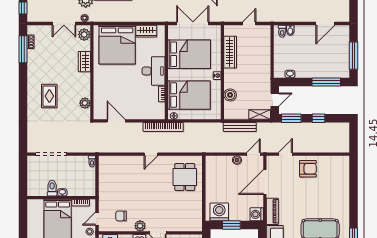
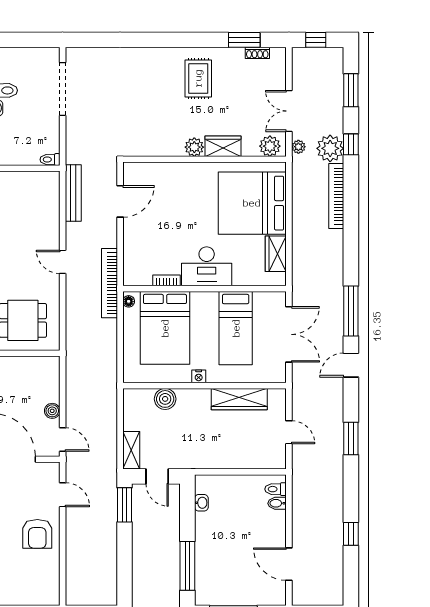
window: (23, 49) -> (244, 40), width x0.69
bed: (189, 54) -> (236, 328), width x0.67
rug: (49, 96) -> (198, 78), moved, turned 90
plant: (85, 103) -> (194, 147), moved
window: (319, 118) -> (125, 552), removed
bench: (240, 127) -> (73, 193), moved

